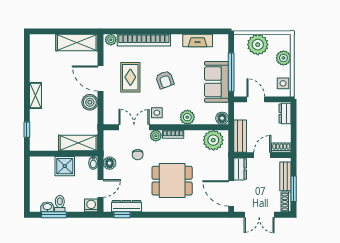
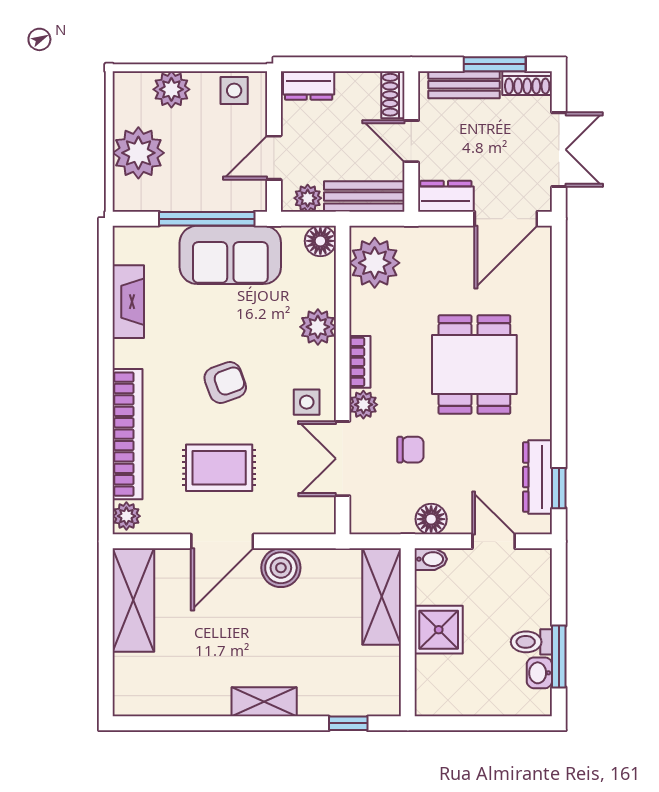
plant: (239, 113) -> (308, 198), added
washing machine: (91, 205) -> (536, 564), removed

